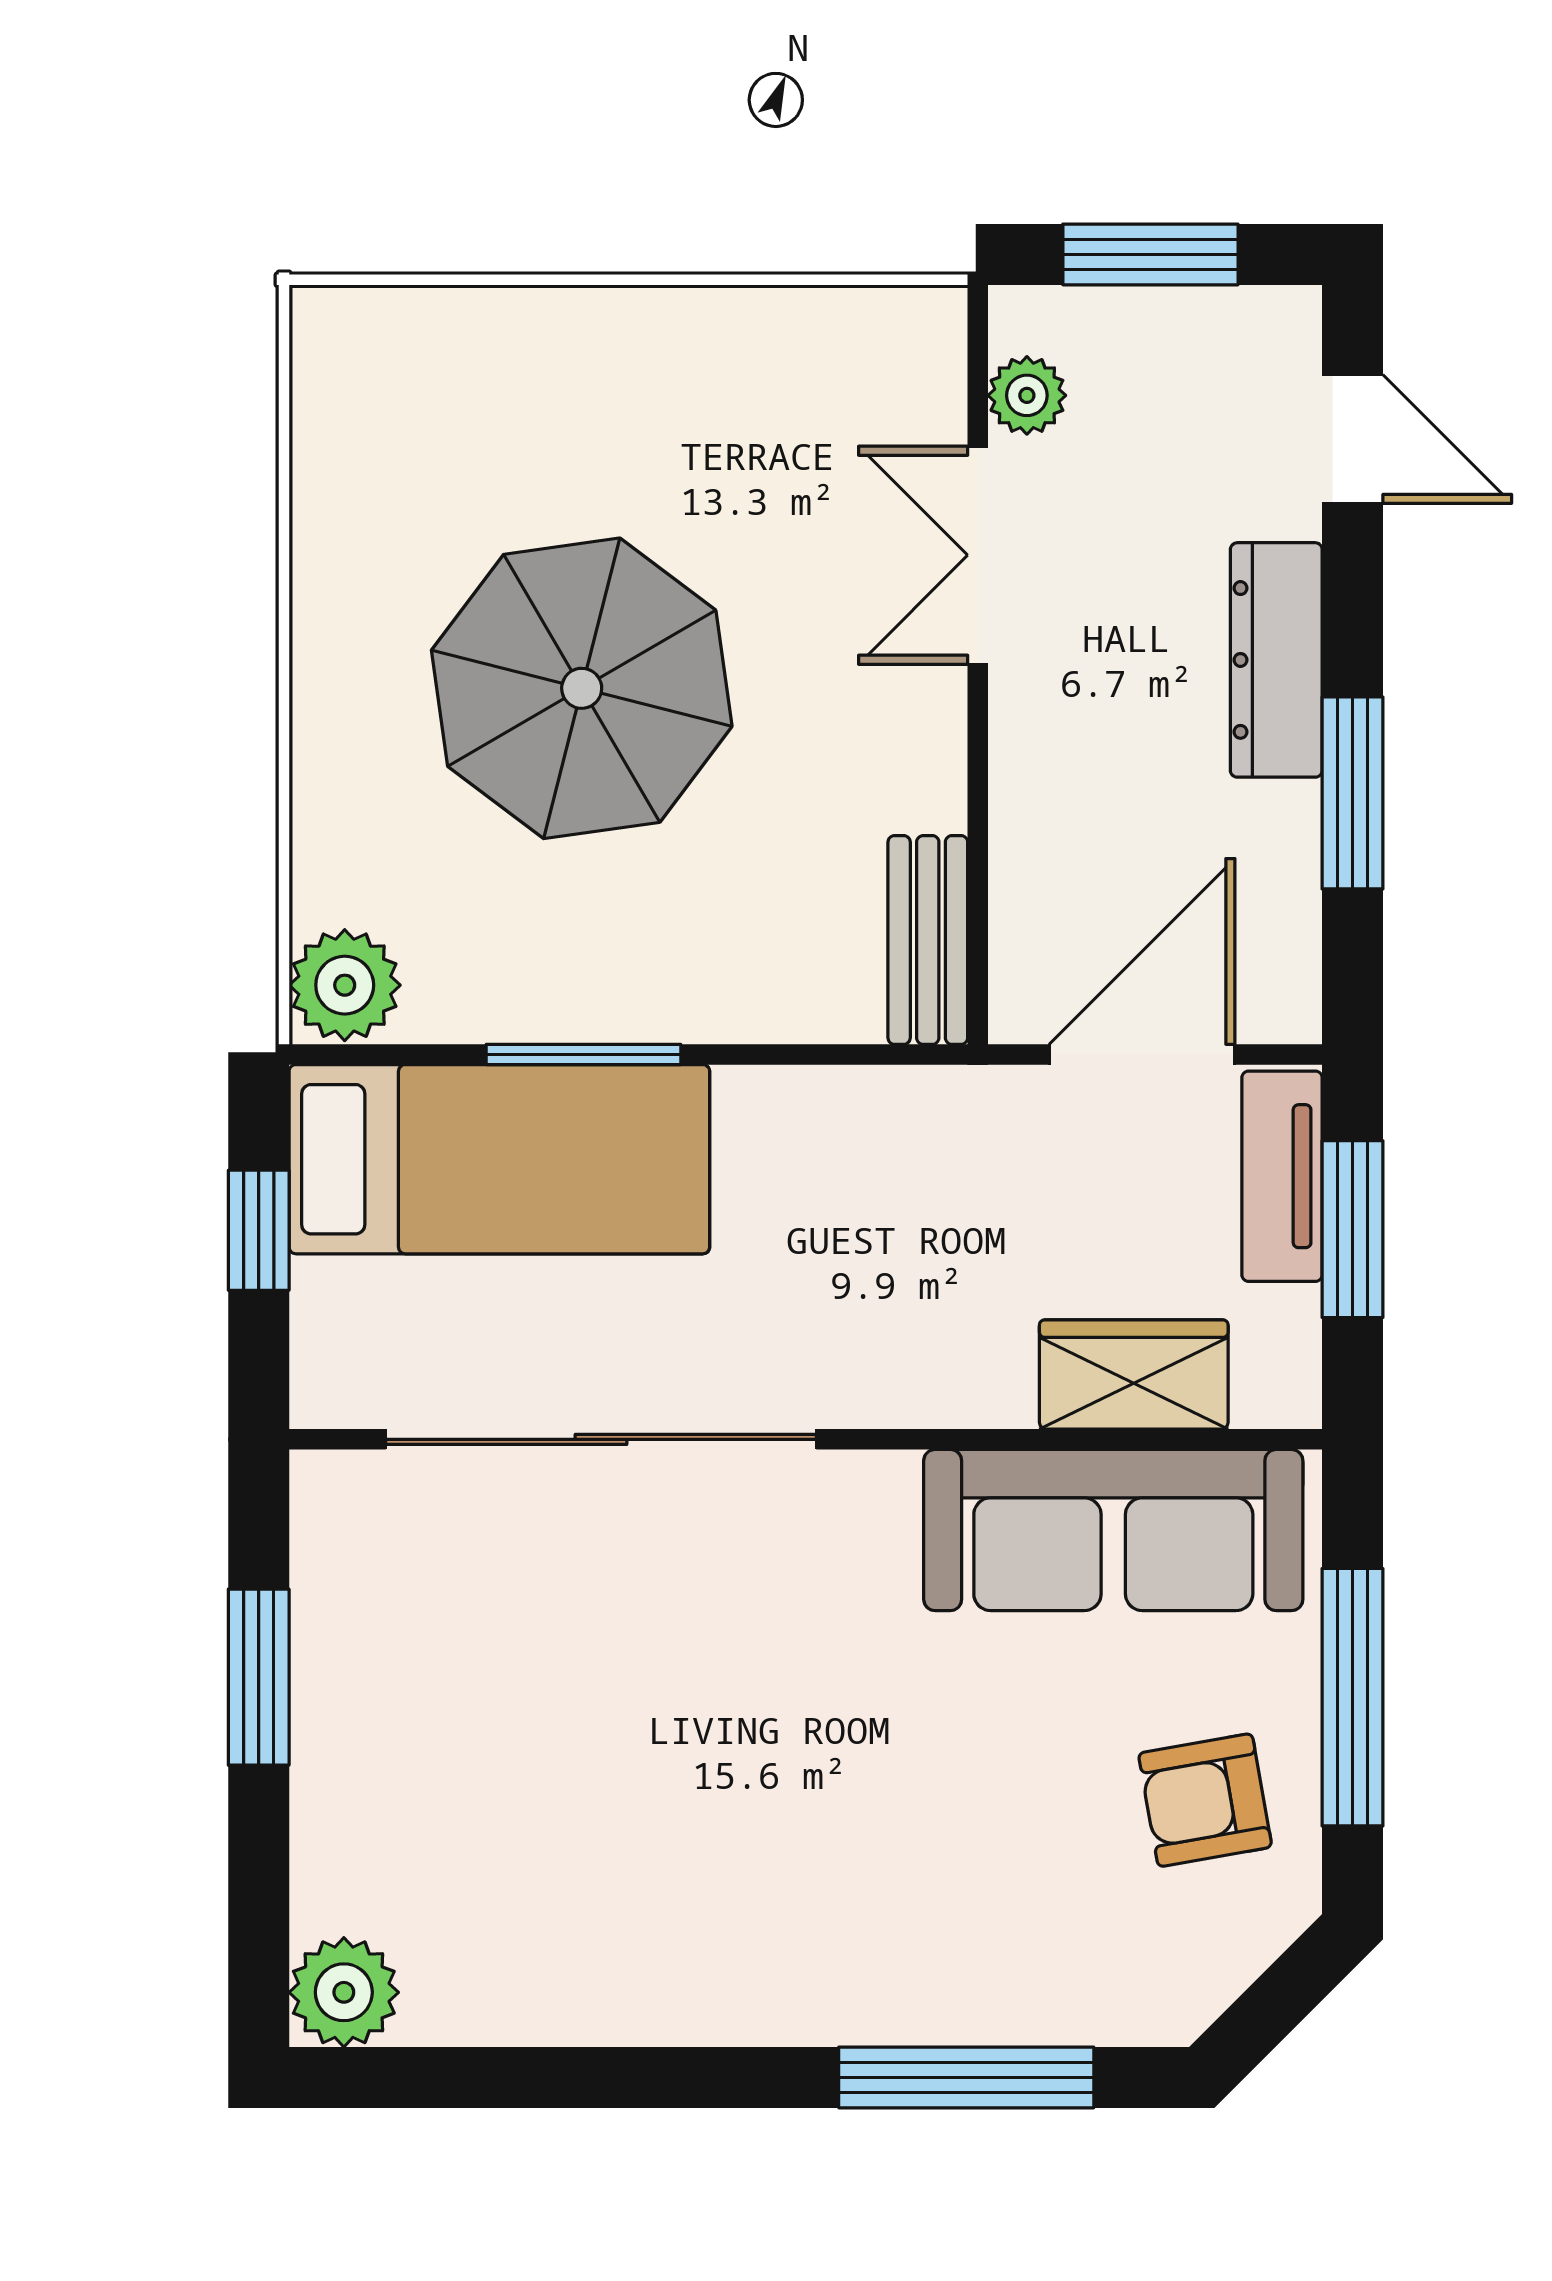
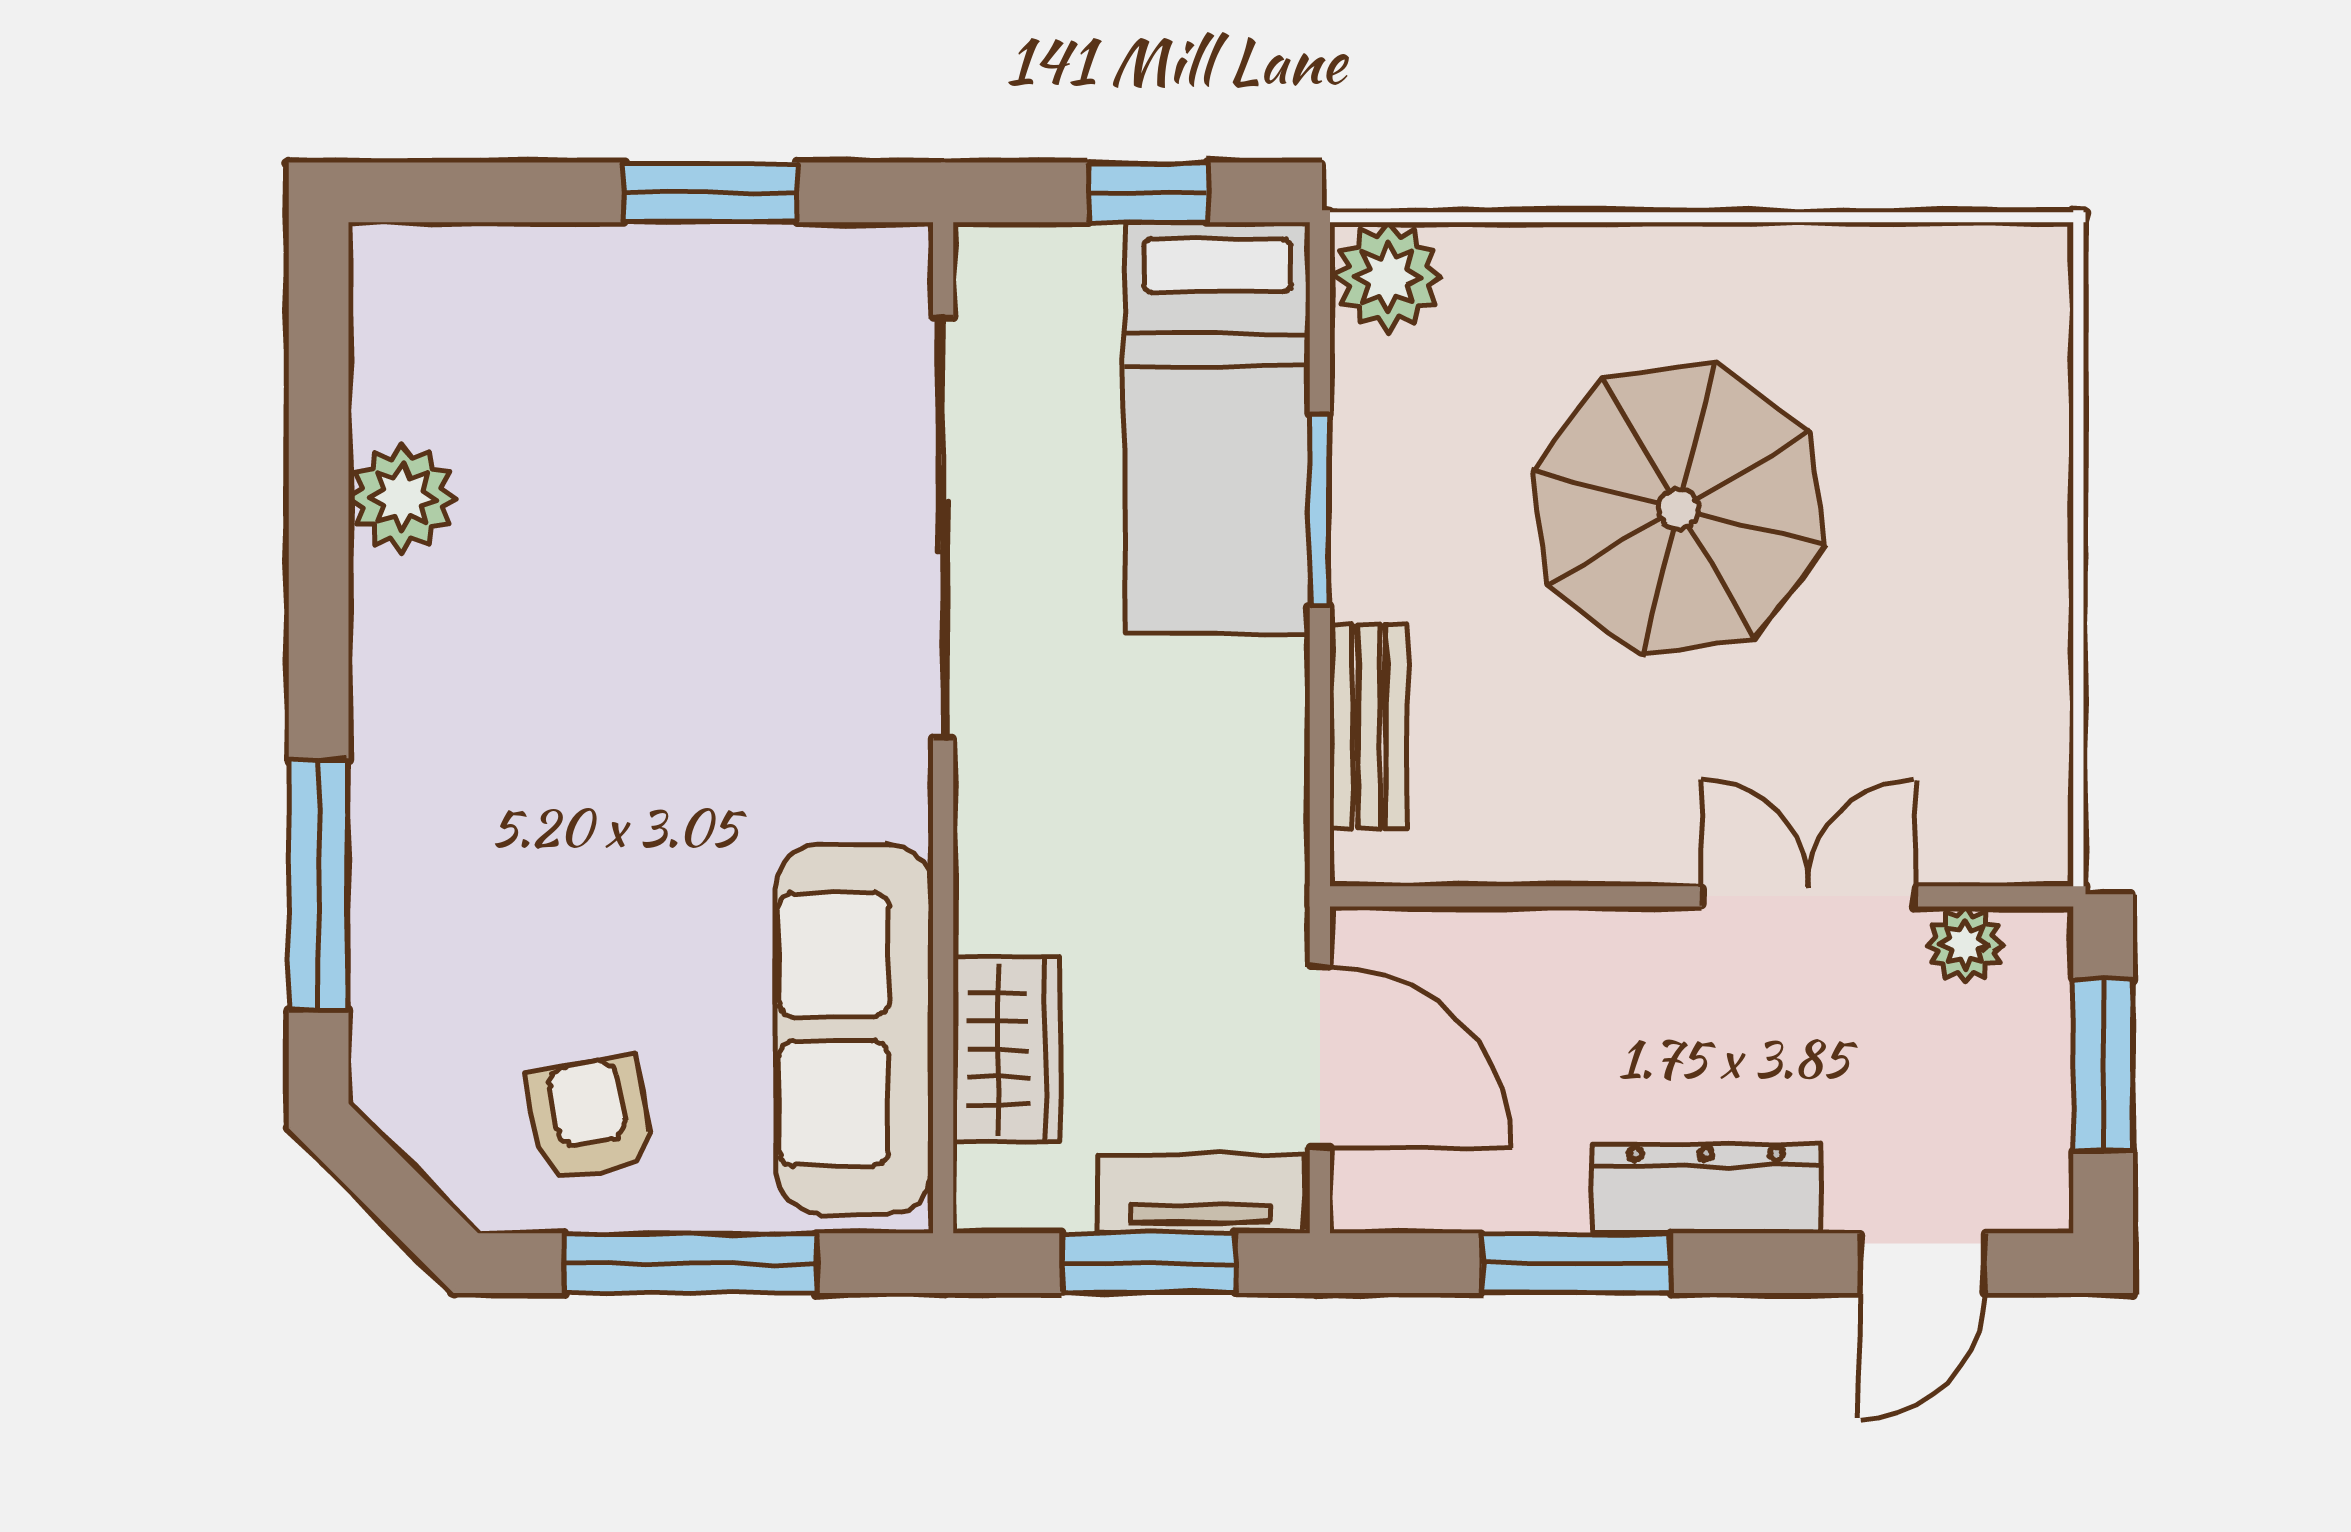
bench: (928, 940) -> (1369, 726), moved, turned 90
plant: (344, 1992) -> (402, 498), moved

